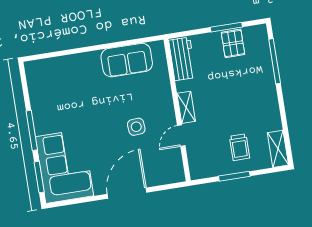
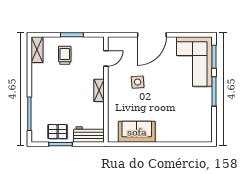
pallet: (233, 43) -> (58, 132), turned 90
workbench: (182, 59) -> (89, 134), moved, turned 90
door: (181, 136) -> (106, 58), moved

